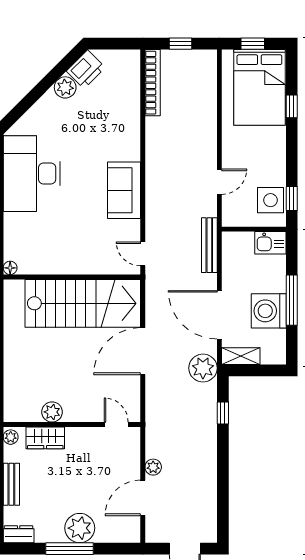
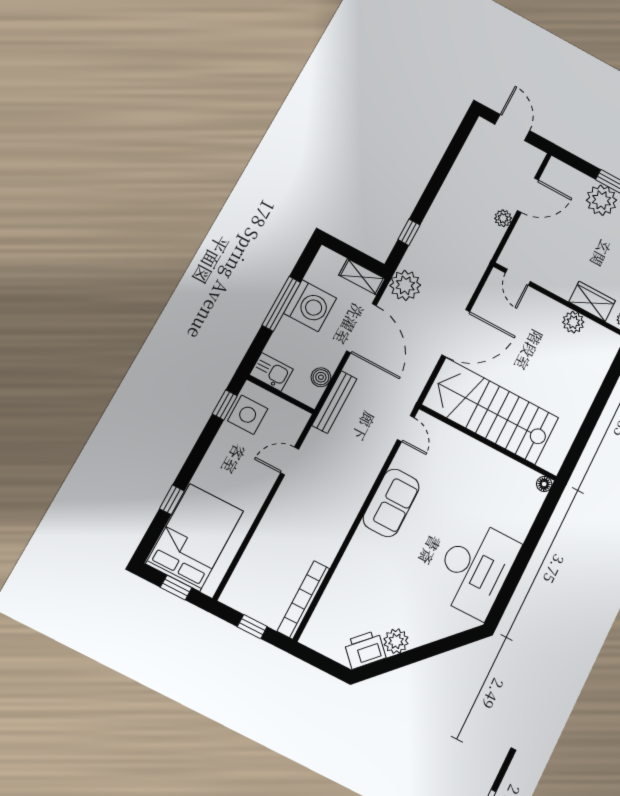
boiler: (230, 259) -> (321, 377), added

